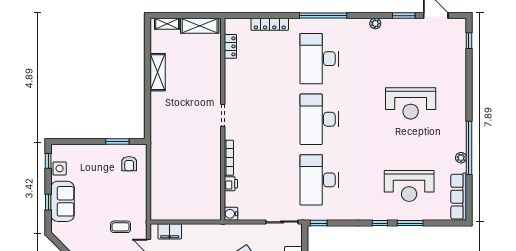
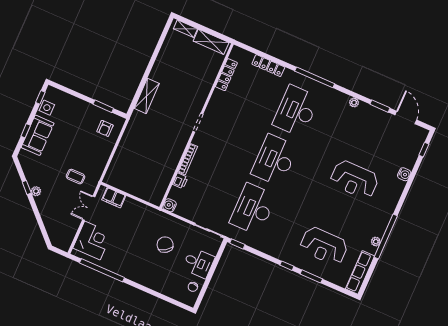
locker: (230, 46) -> (226, 75), width x1.53
shelving: (158, 72) -> (147, 96), moved
water cooler: (460, 75) -> (404, 174), added

